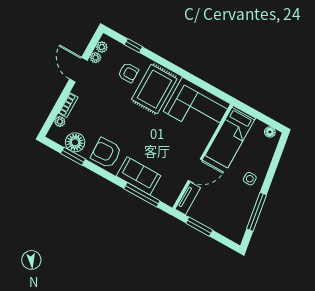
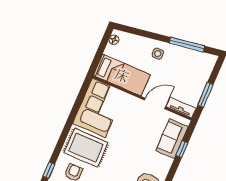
door: (195, 170) -> (155, 104), hinge flipped
sofa: (138, 176) -> (172, 139), moved
window: (142, 195) -> (182, 149), width x0.46

